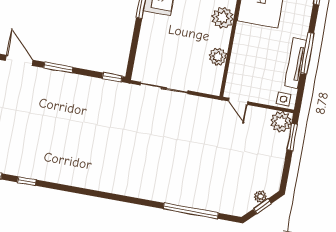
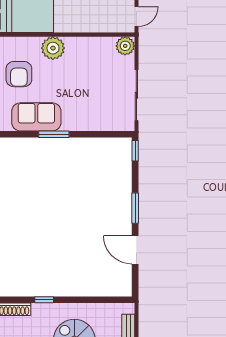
plant: (218, 57) -> (125, 46), moved
door: (19, 60) -> (135, 250), hinge flipped

